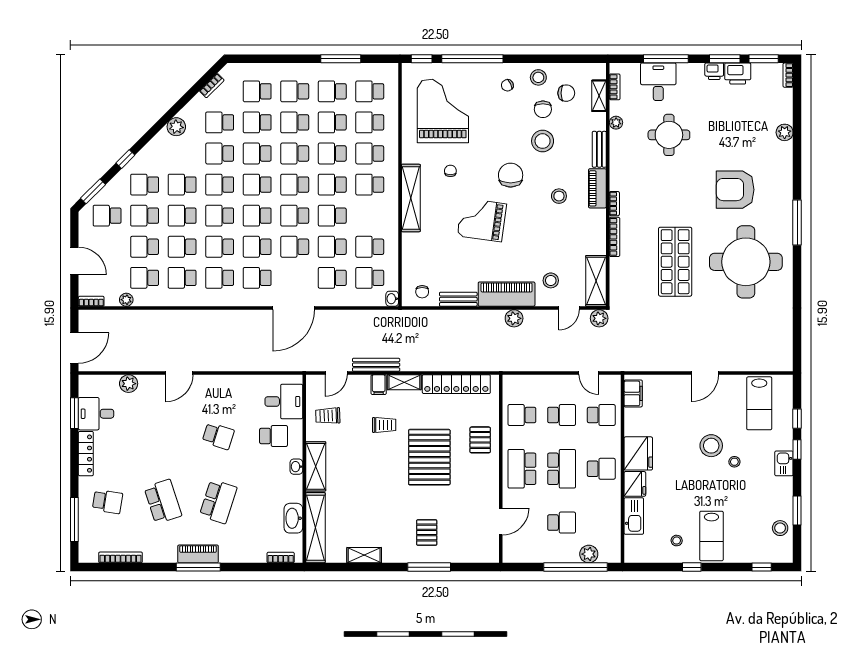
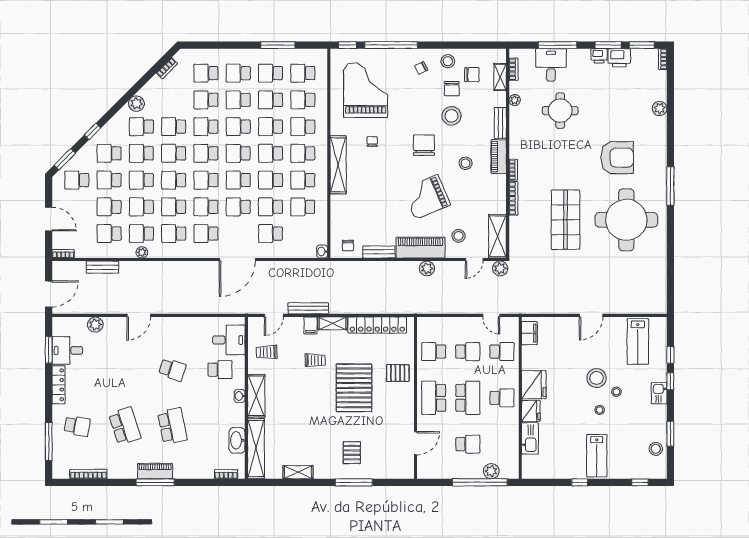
school desk: (220, 122) -> (141, 127), moved
armchair: (735, 190) -> (617, 158), turned 180
grand piano: (482, 220) -> (426, 197), moved, turned -31
school desk: (370, 278) -> (303, 180), moved
plant: (126, 300) -> (142, 252), moved
bench: (137, 317) -> (102, 267), added
pallet: (480, 440) -> (398, 373), turned 90
school desk: (218, 502) -> (172, 426), turned -30
stool: (677, 541) -> (600, 410), moved

